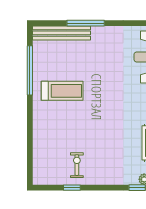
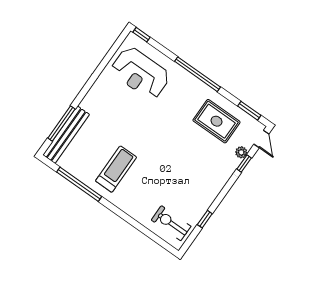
window: (86, 23) -> (61, 123), moved
exercise bike: (77, 165) -> (171, 223), moved, width x1.38, depth x1.39

